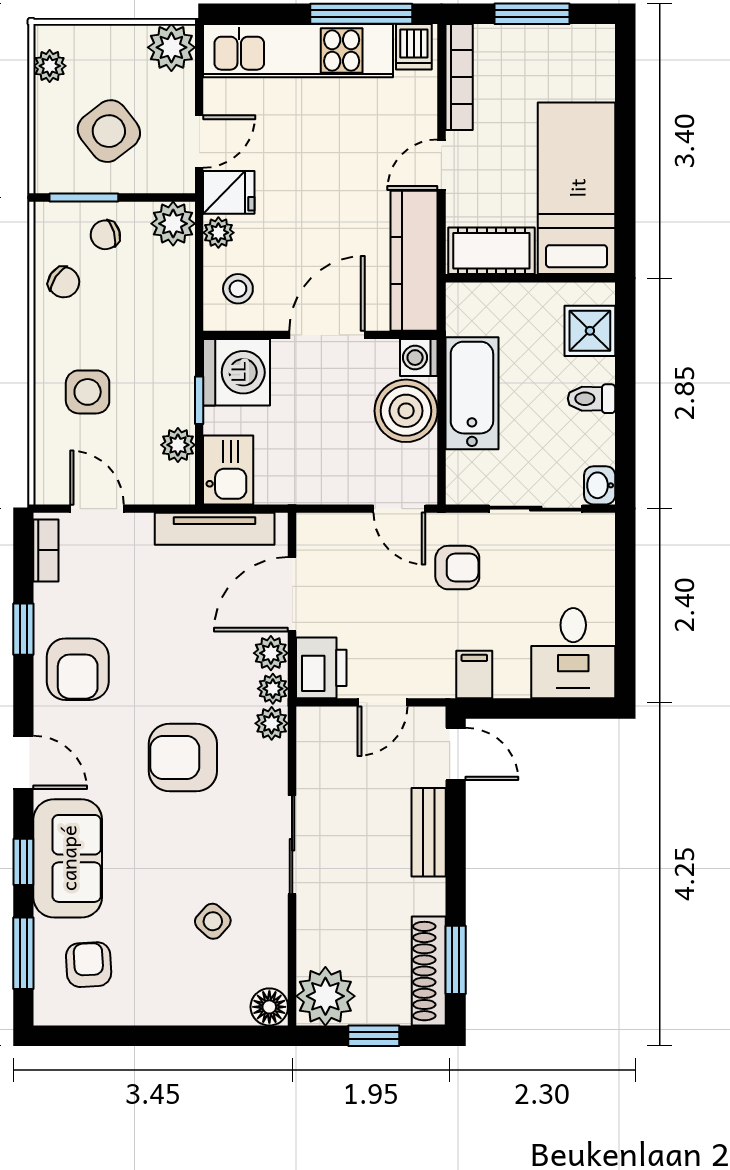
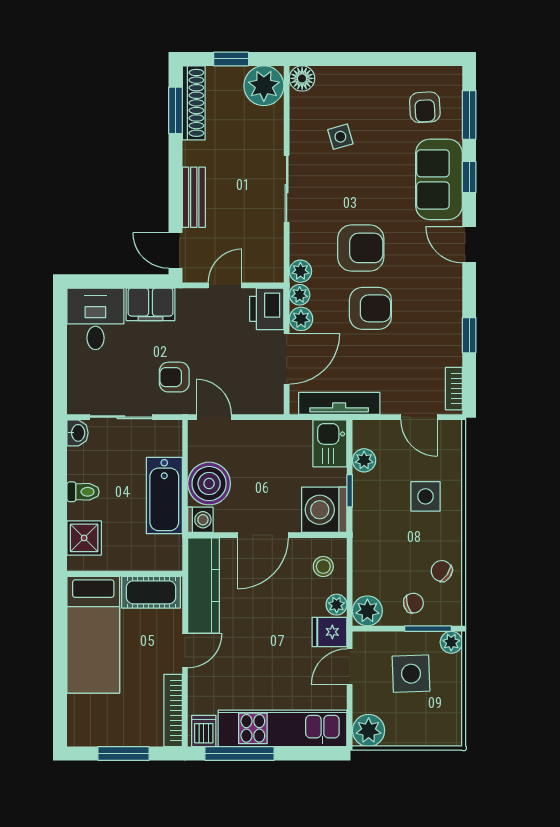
plant: (50, 66) -> (451, 642), moved
side table: (109, 131) -> (411, 674), turned 36
armchair: (78, 669) -> (370, 308), moved, turned 90
filing cabinet: (474, 675) -> (150, 304), width x2.00
side table: (213, 921) -> (340, 137), turned 32

